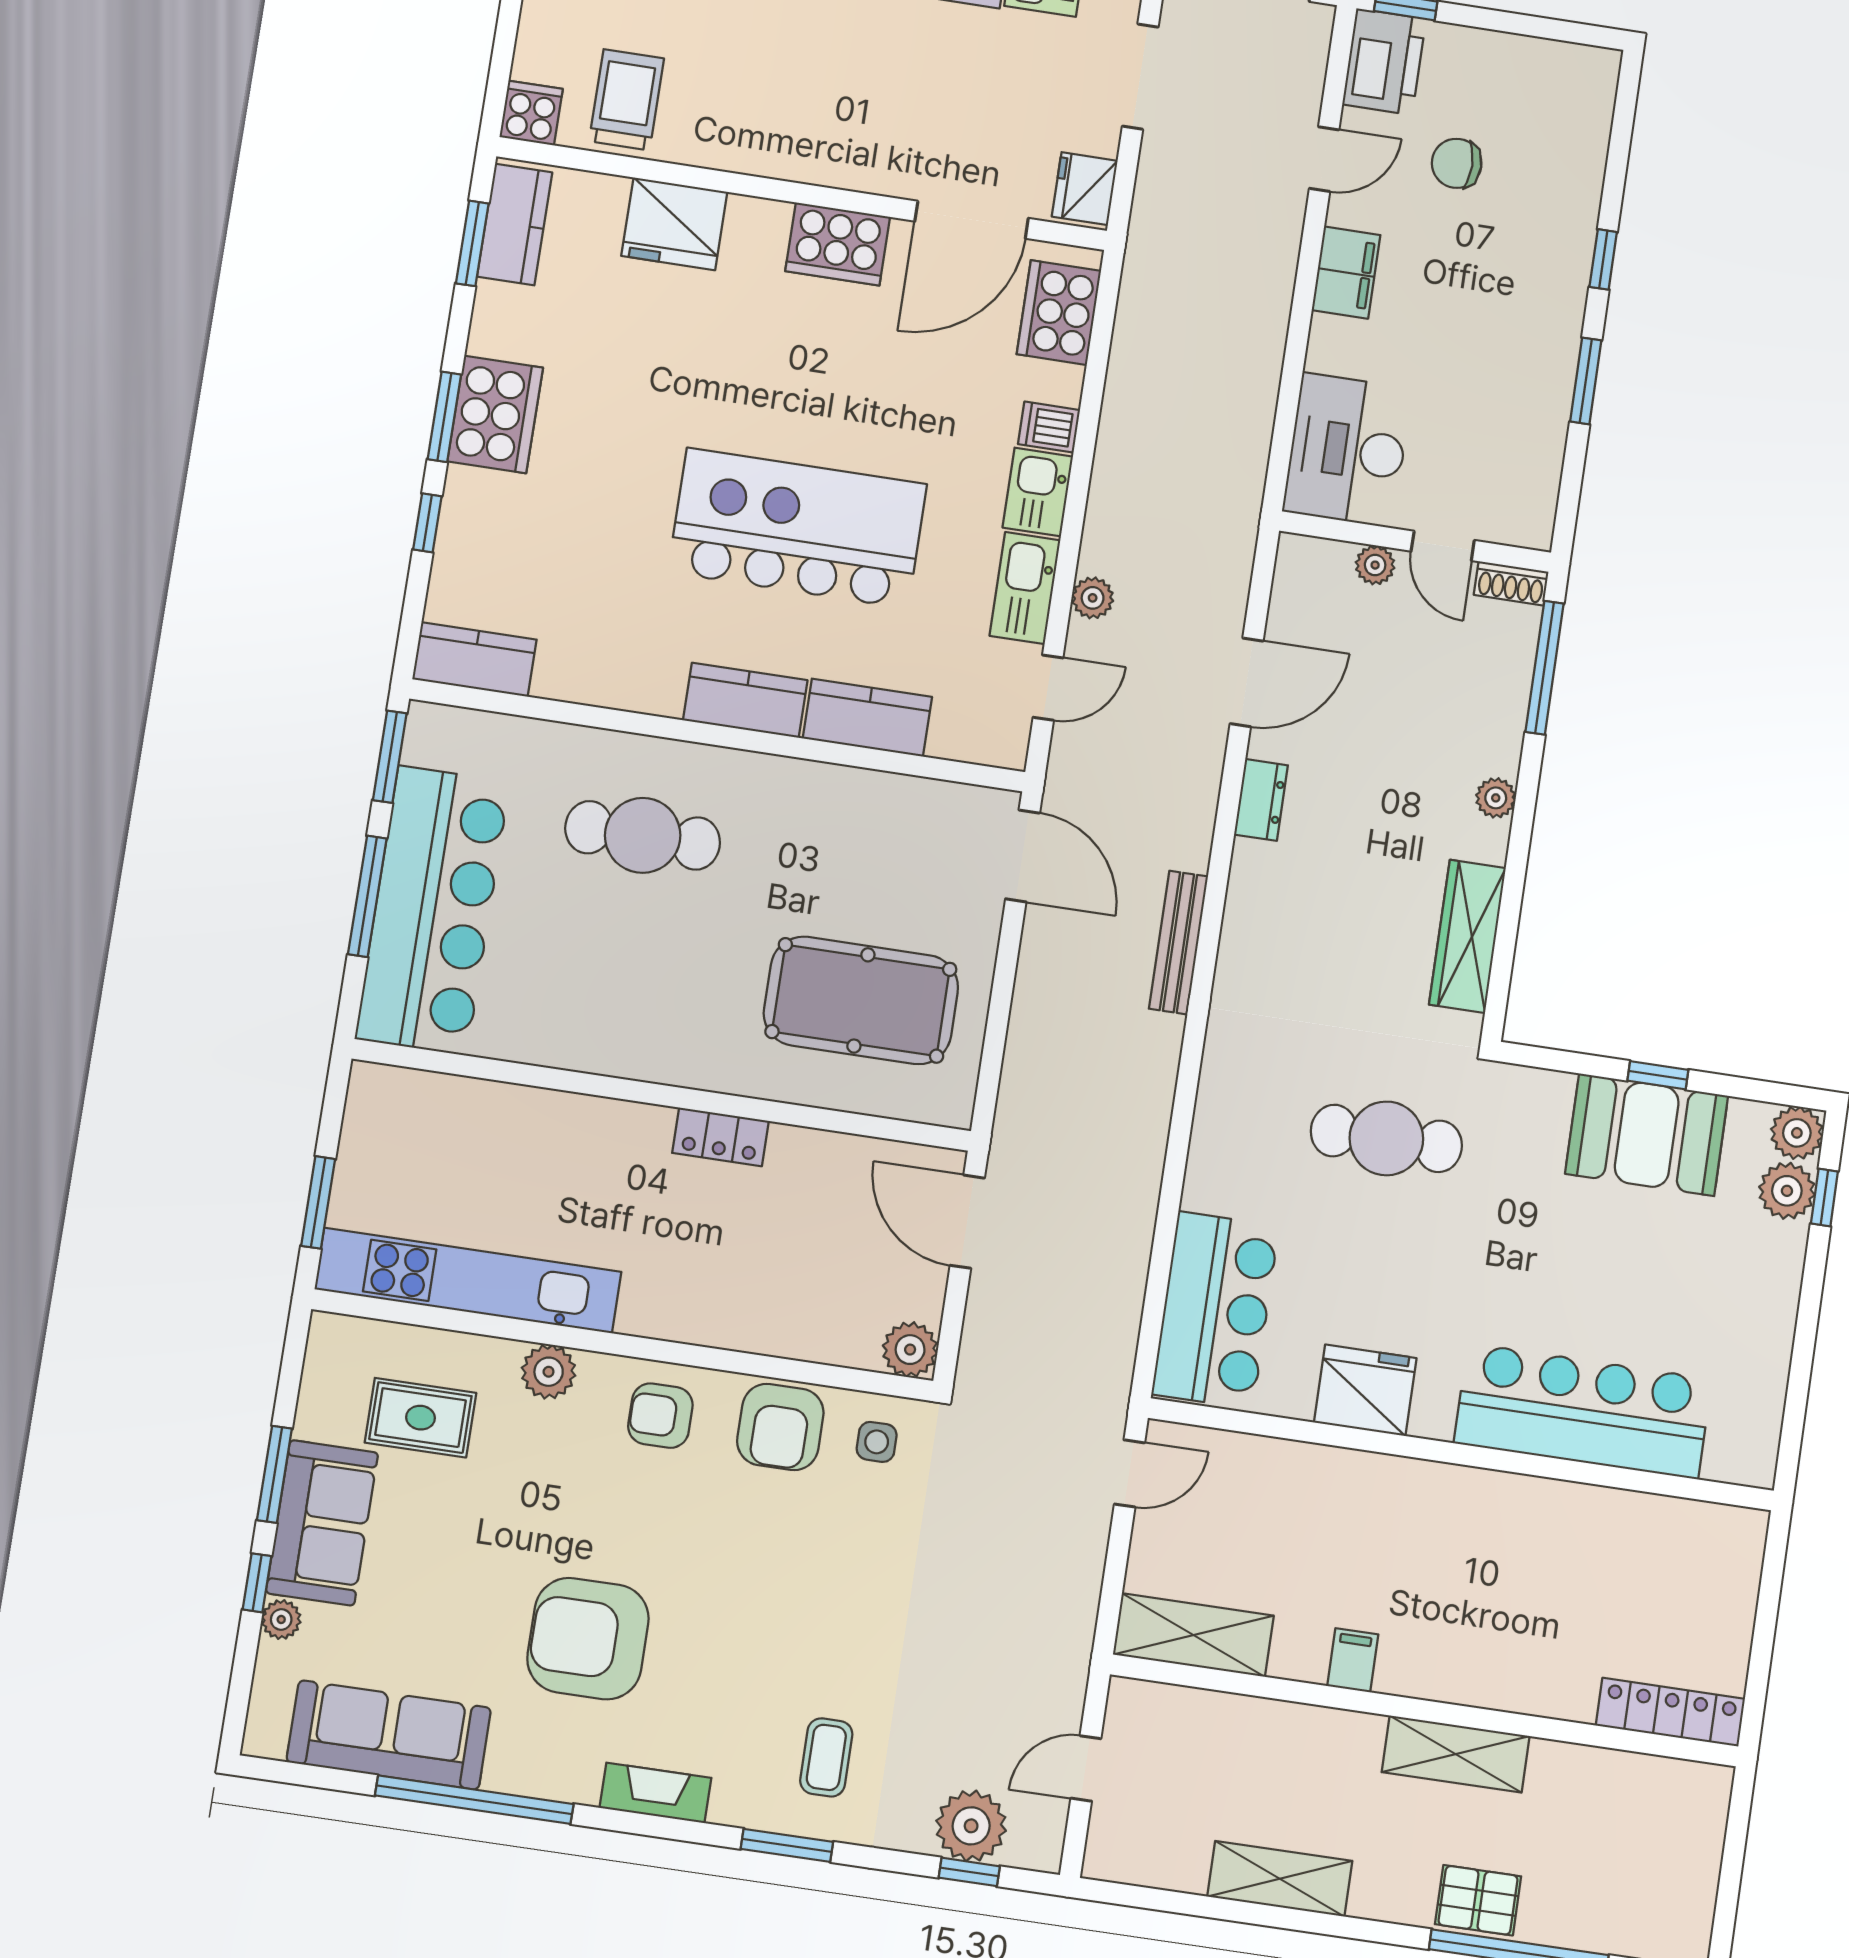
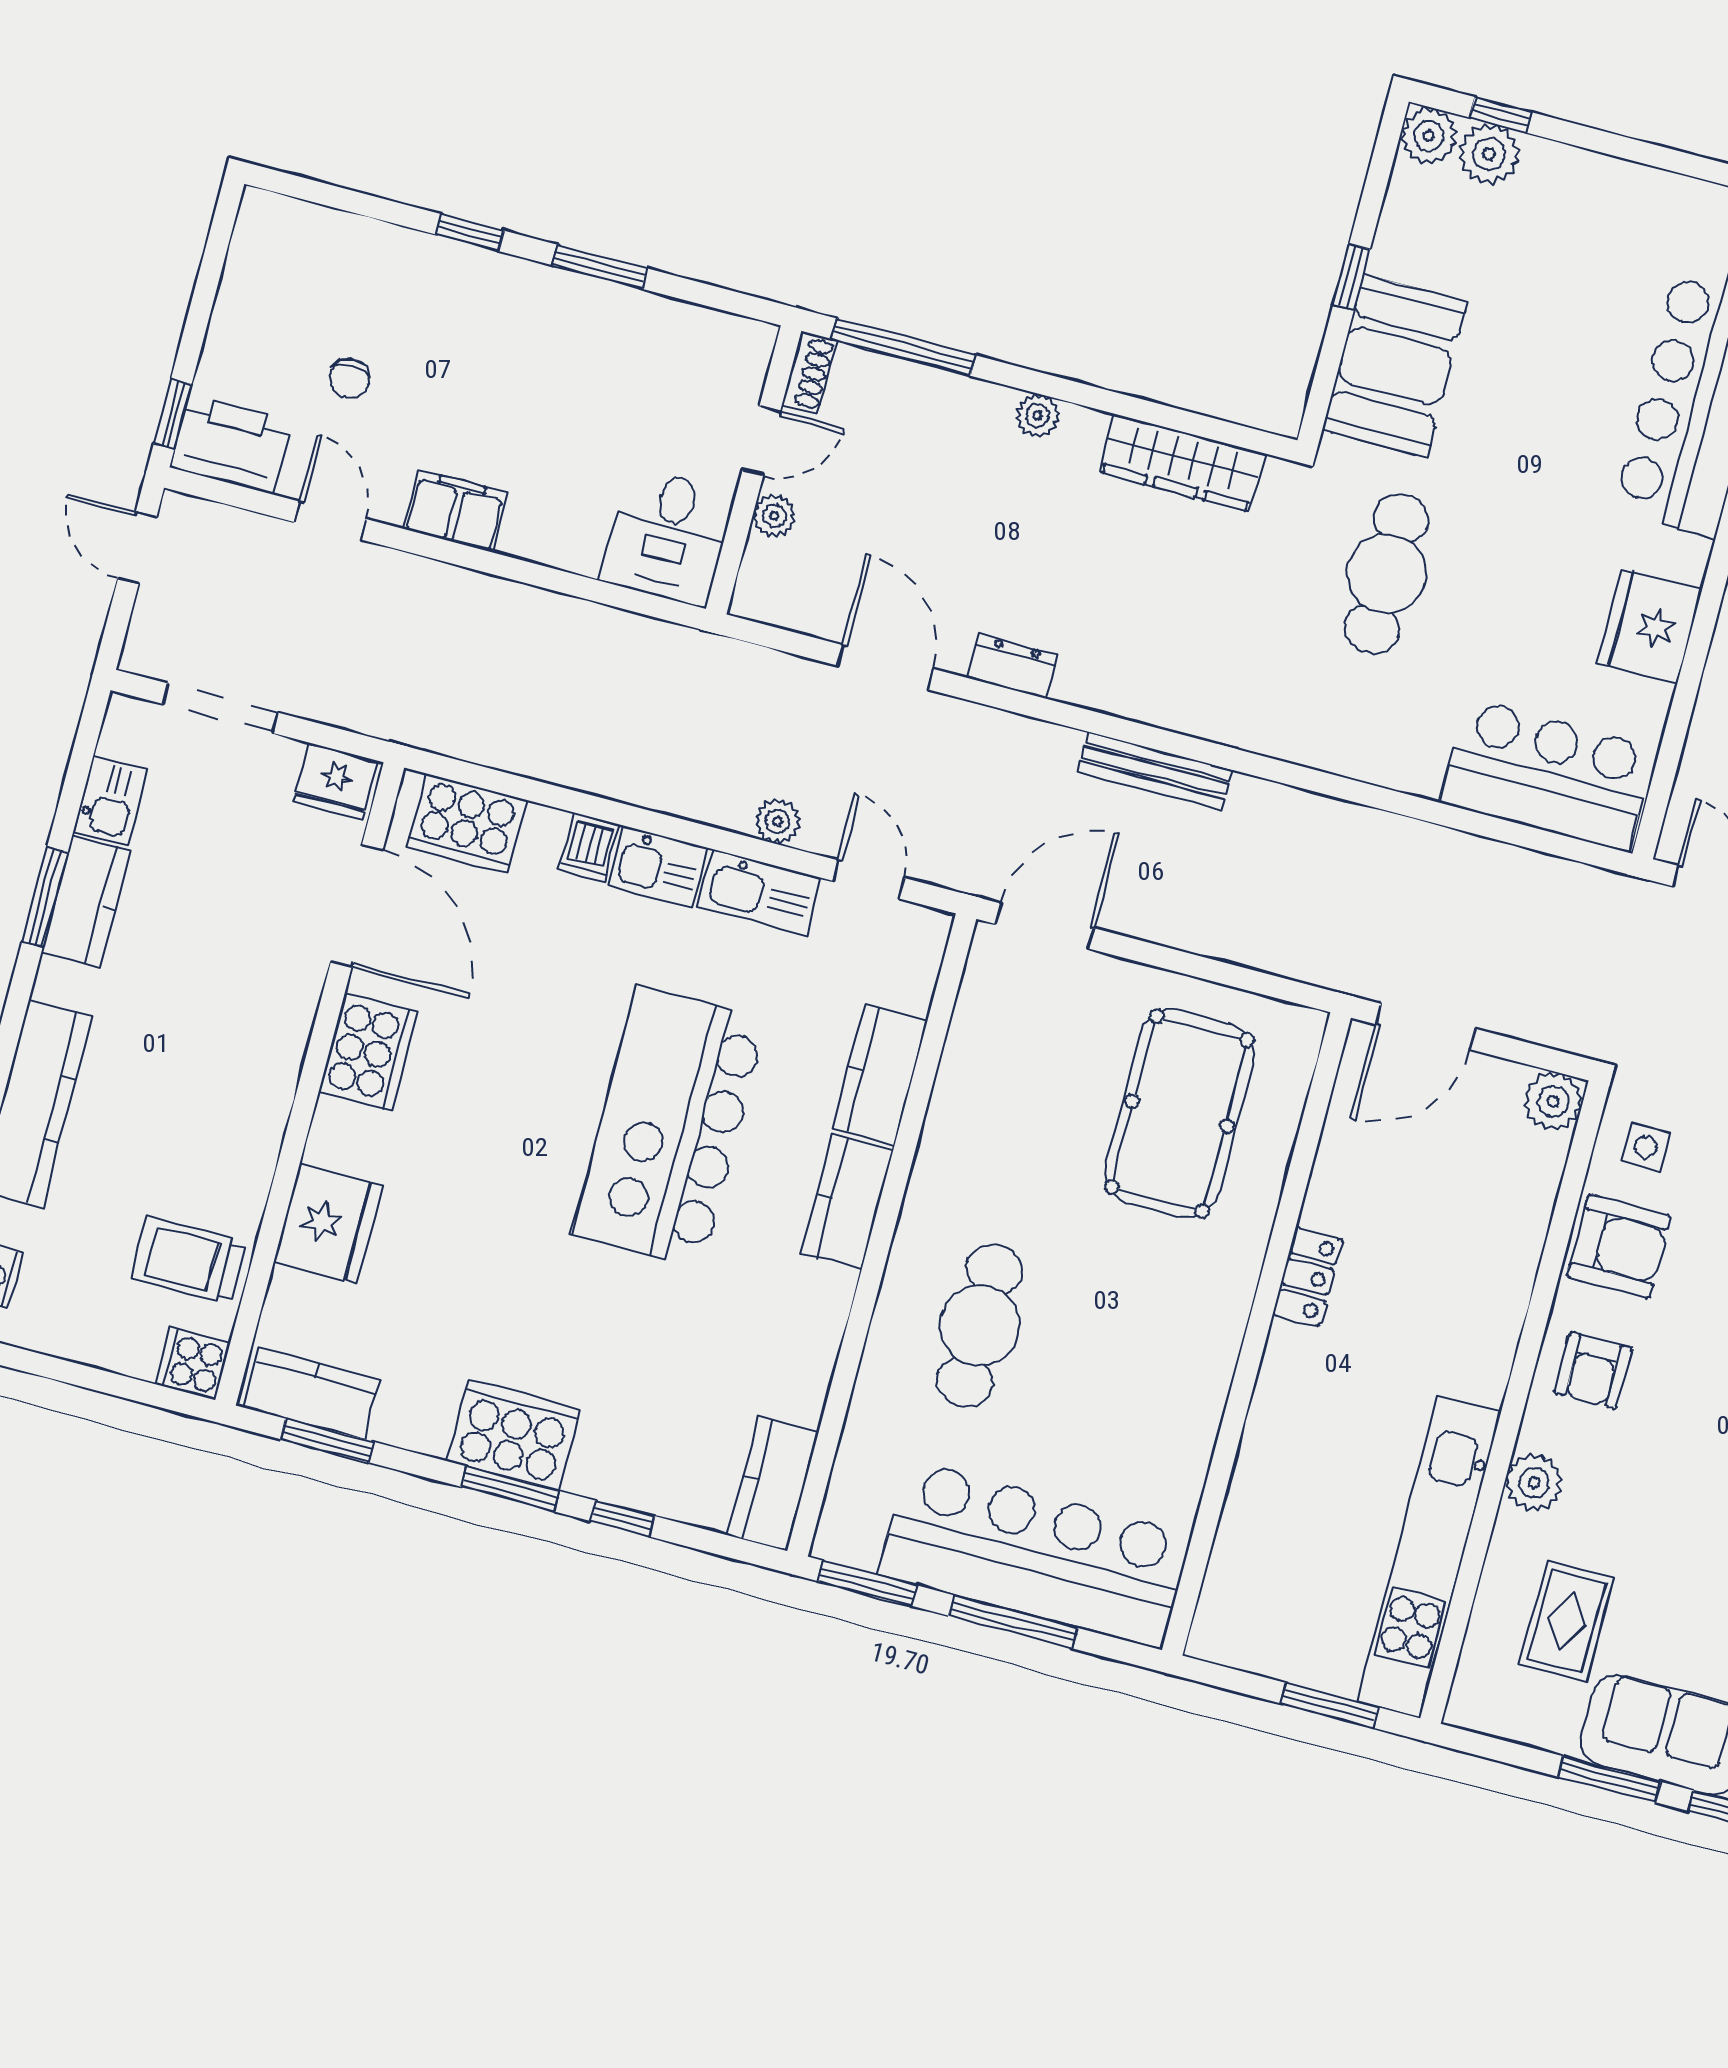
chair: (1457, 163) -> (349, 378), width x0.73, depth x0.73
desk: (1347, 450) -> (667, 537), width x0.73
booth: (1647, 1135) -> (1395, 366), moved

